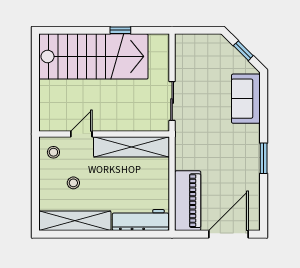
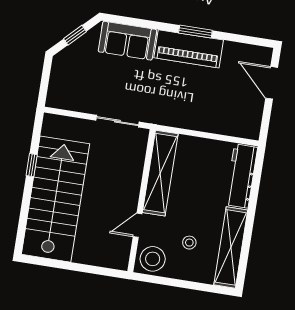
door: (81, 134) -> (138, 225), hinge flipped
stool: (53, 152) -> (153, 259), width x1.89, depth x1.89
piano: (188, 201) -> (189, 49), moved, turned 180
door: (228, 234) -> (272, 83), width x0.73

